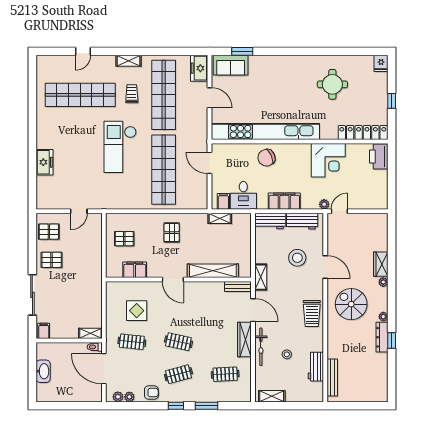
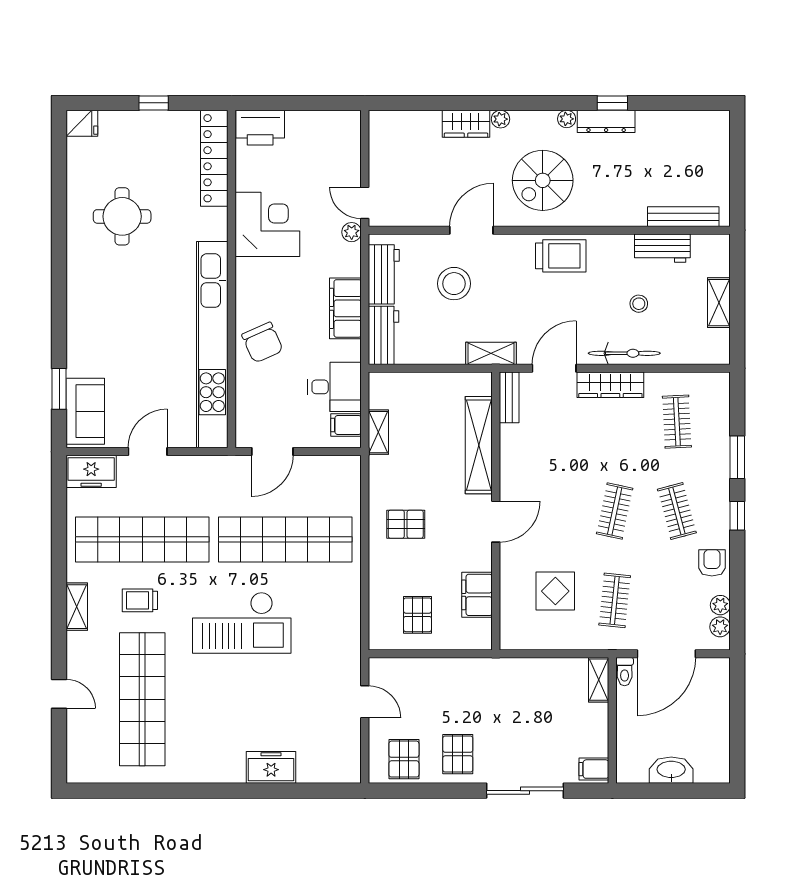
shelving: (272, 396) -> (719, 303), moved

